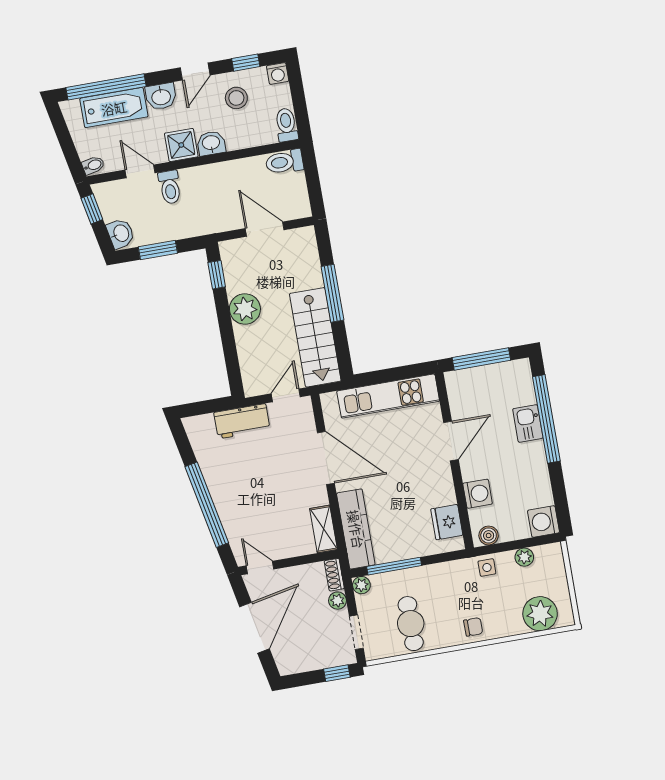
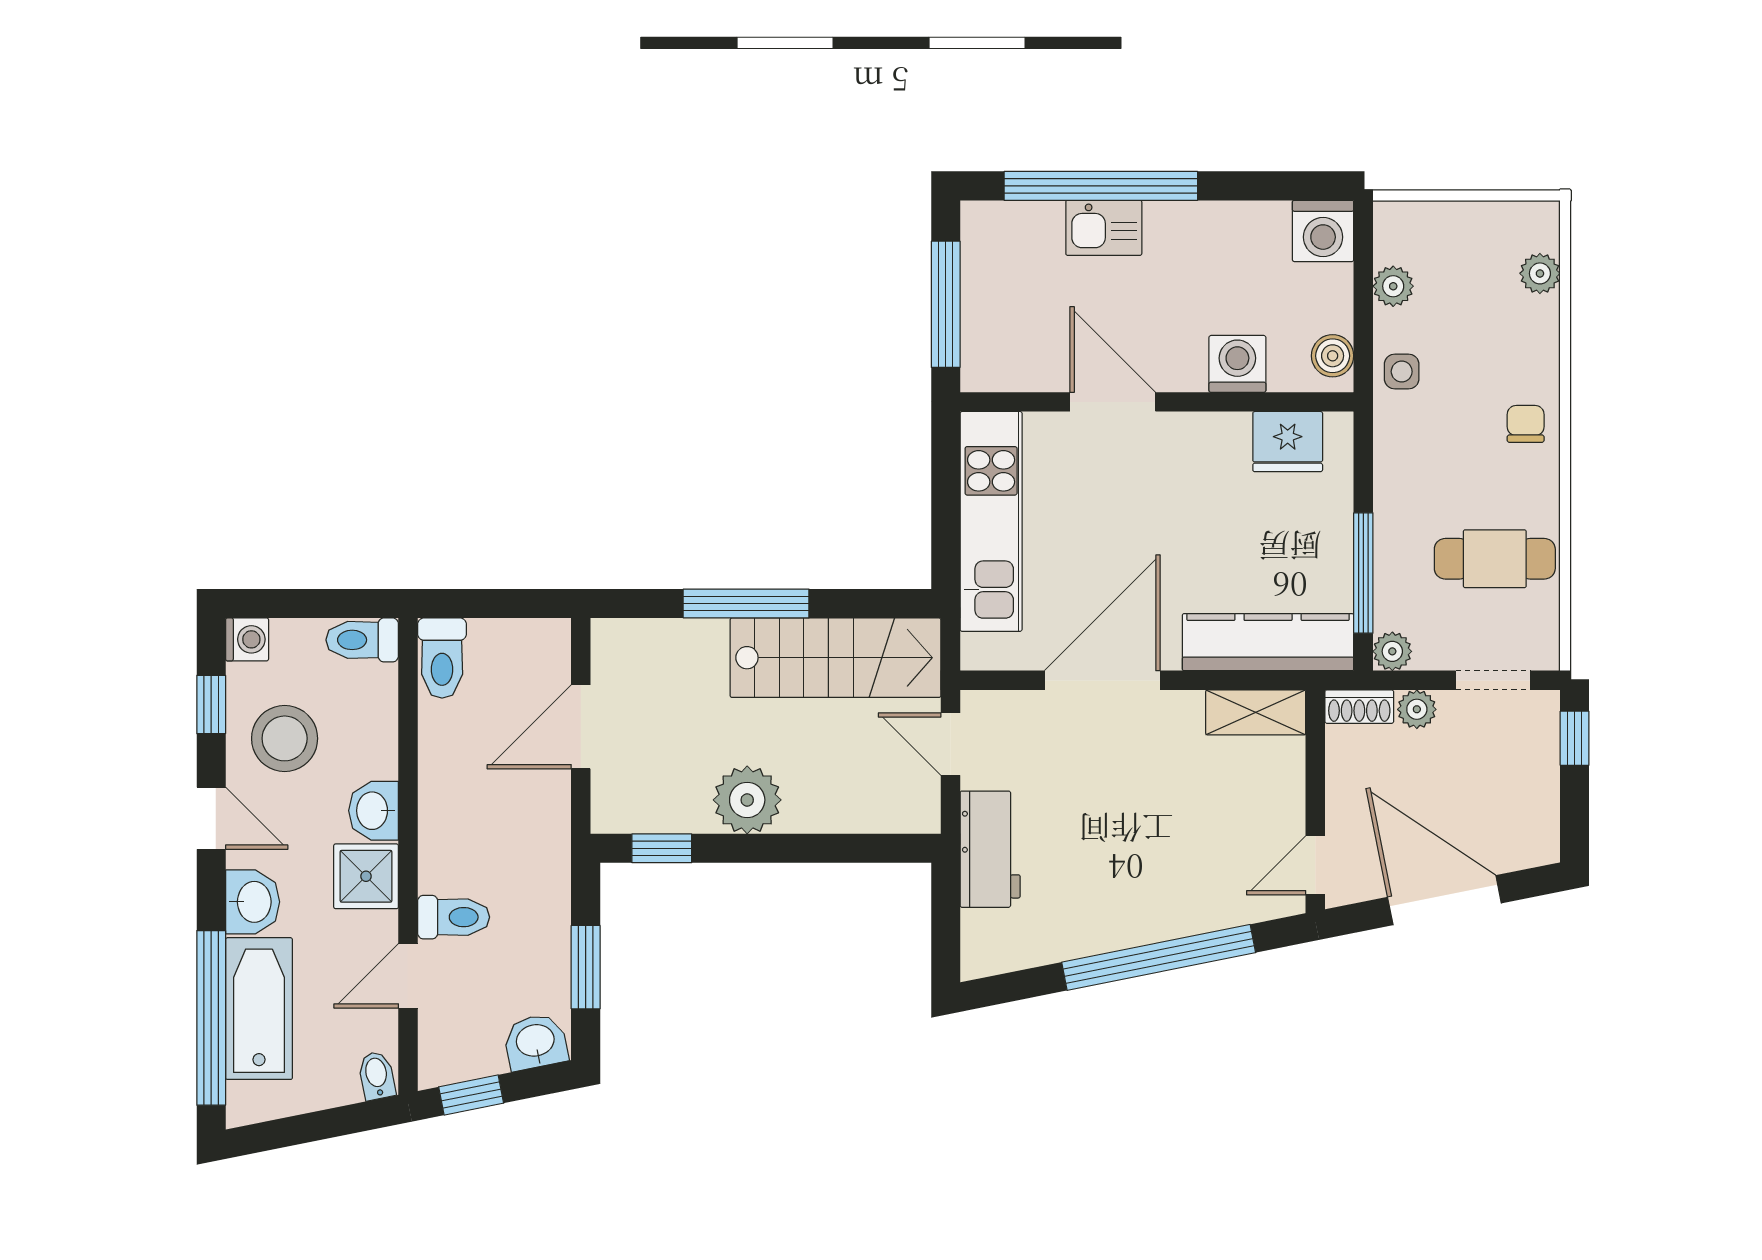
stool: (236, 98) -> (285, 738), width x1.38, depth x1.38
plant: (540, 614) -> (1540, 273), width x0.53, depth x0.53

